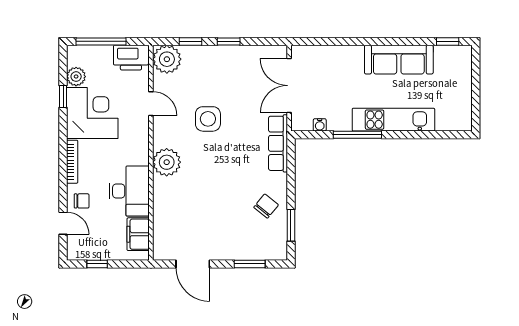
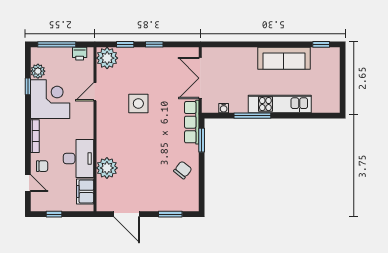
printer: (131, 58) -> (80, 54), width x0.53, depth x0.68
door: (151, 104) -> (95, 92), swing flipped
plant: (167, 162) -> (107, 168), moved
window: (291, 225) -> (202, 140), moved

